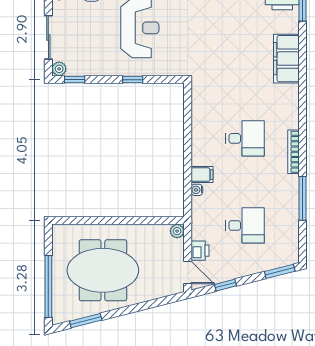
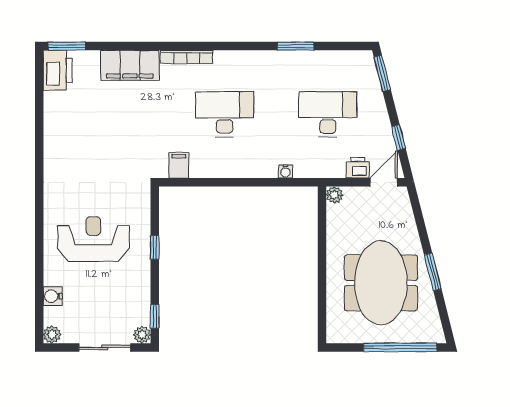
desk: (245, 138) -> (225, 114), width x1.37
bookcase: (293, 152) -> (187, 57), moved
filing cabinet: (202, 175) -> (179, 165), moved
window: (303, 198) -> (296, 46), width x0.69
desk: (245, 225) -> (328, 114), width x1.37
window: (86, 321) -> (433, 272), moved

